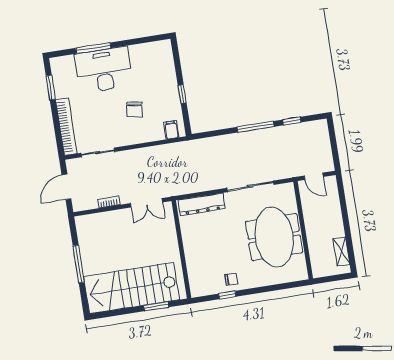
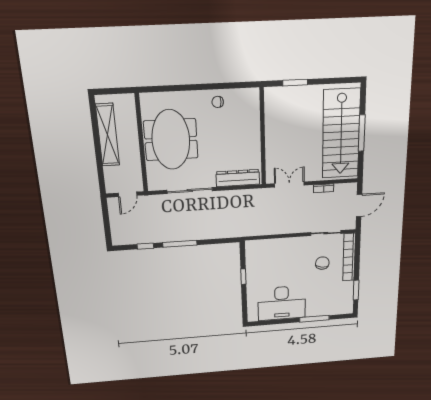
desk: (104, 70) -> (282, 303), moved
chair: (134, 109) -> (322, 263), moved
filing cabinet: (171, 130) -> (257, 247), removed
door: (314, 176) -> (128, 194), swing flipped
shelving: (341, 251) -> (108, 135), width x2.20, depth x1.33
stairs: (132, 288) -> (341, 134), moved, turned 90
window: (227, 295) -> (223, 86), removed

